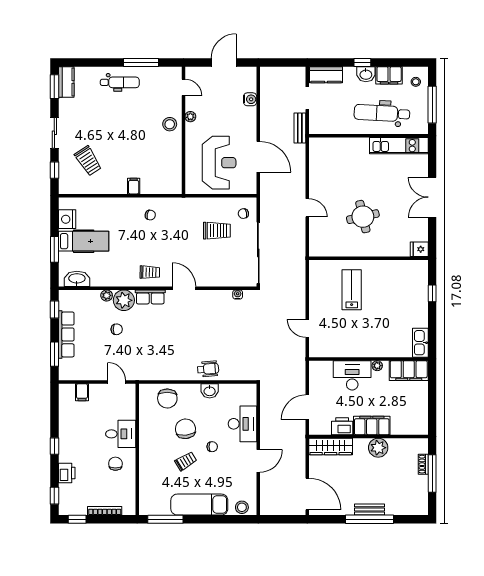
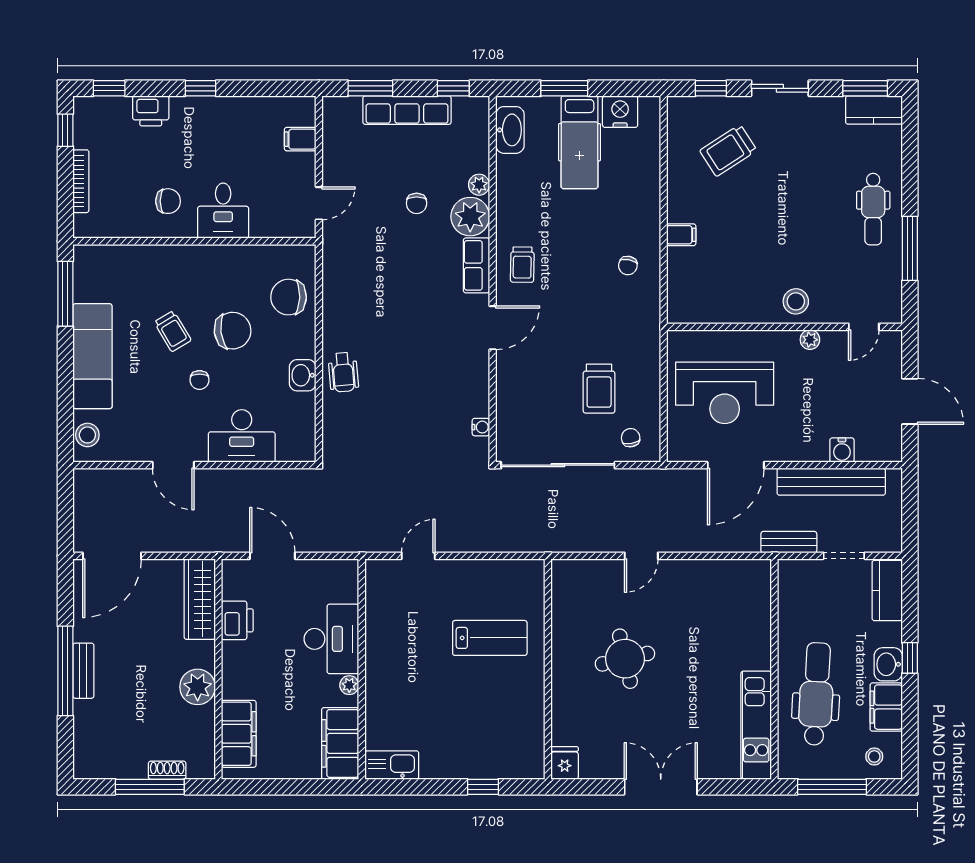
bench: (267, 105) -> (831, 482), added
filing cabinet: (372, 425) -> (239, 734), moved

